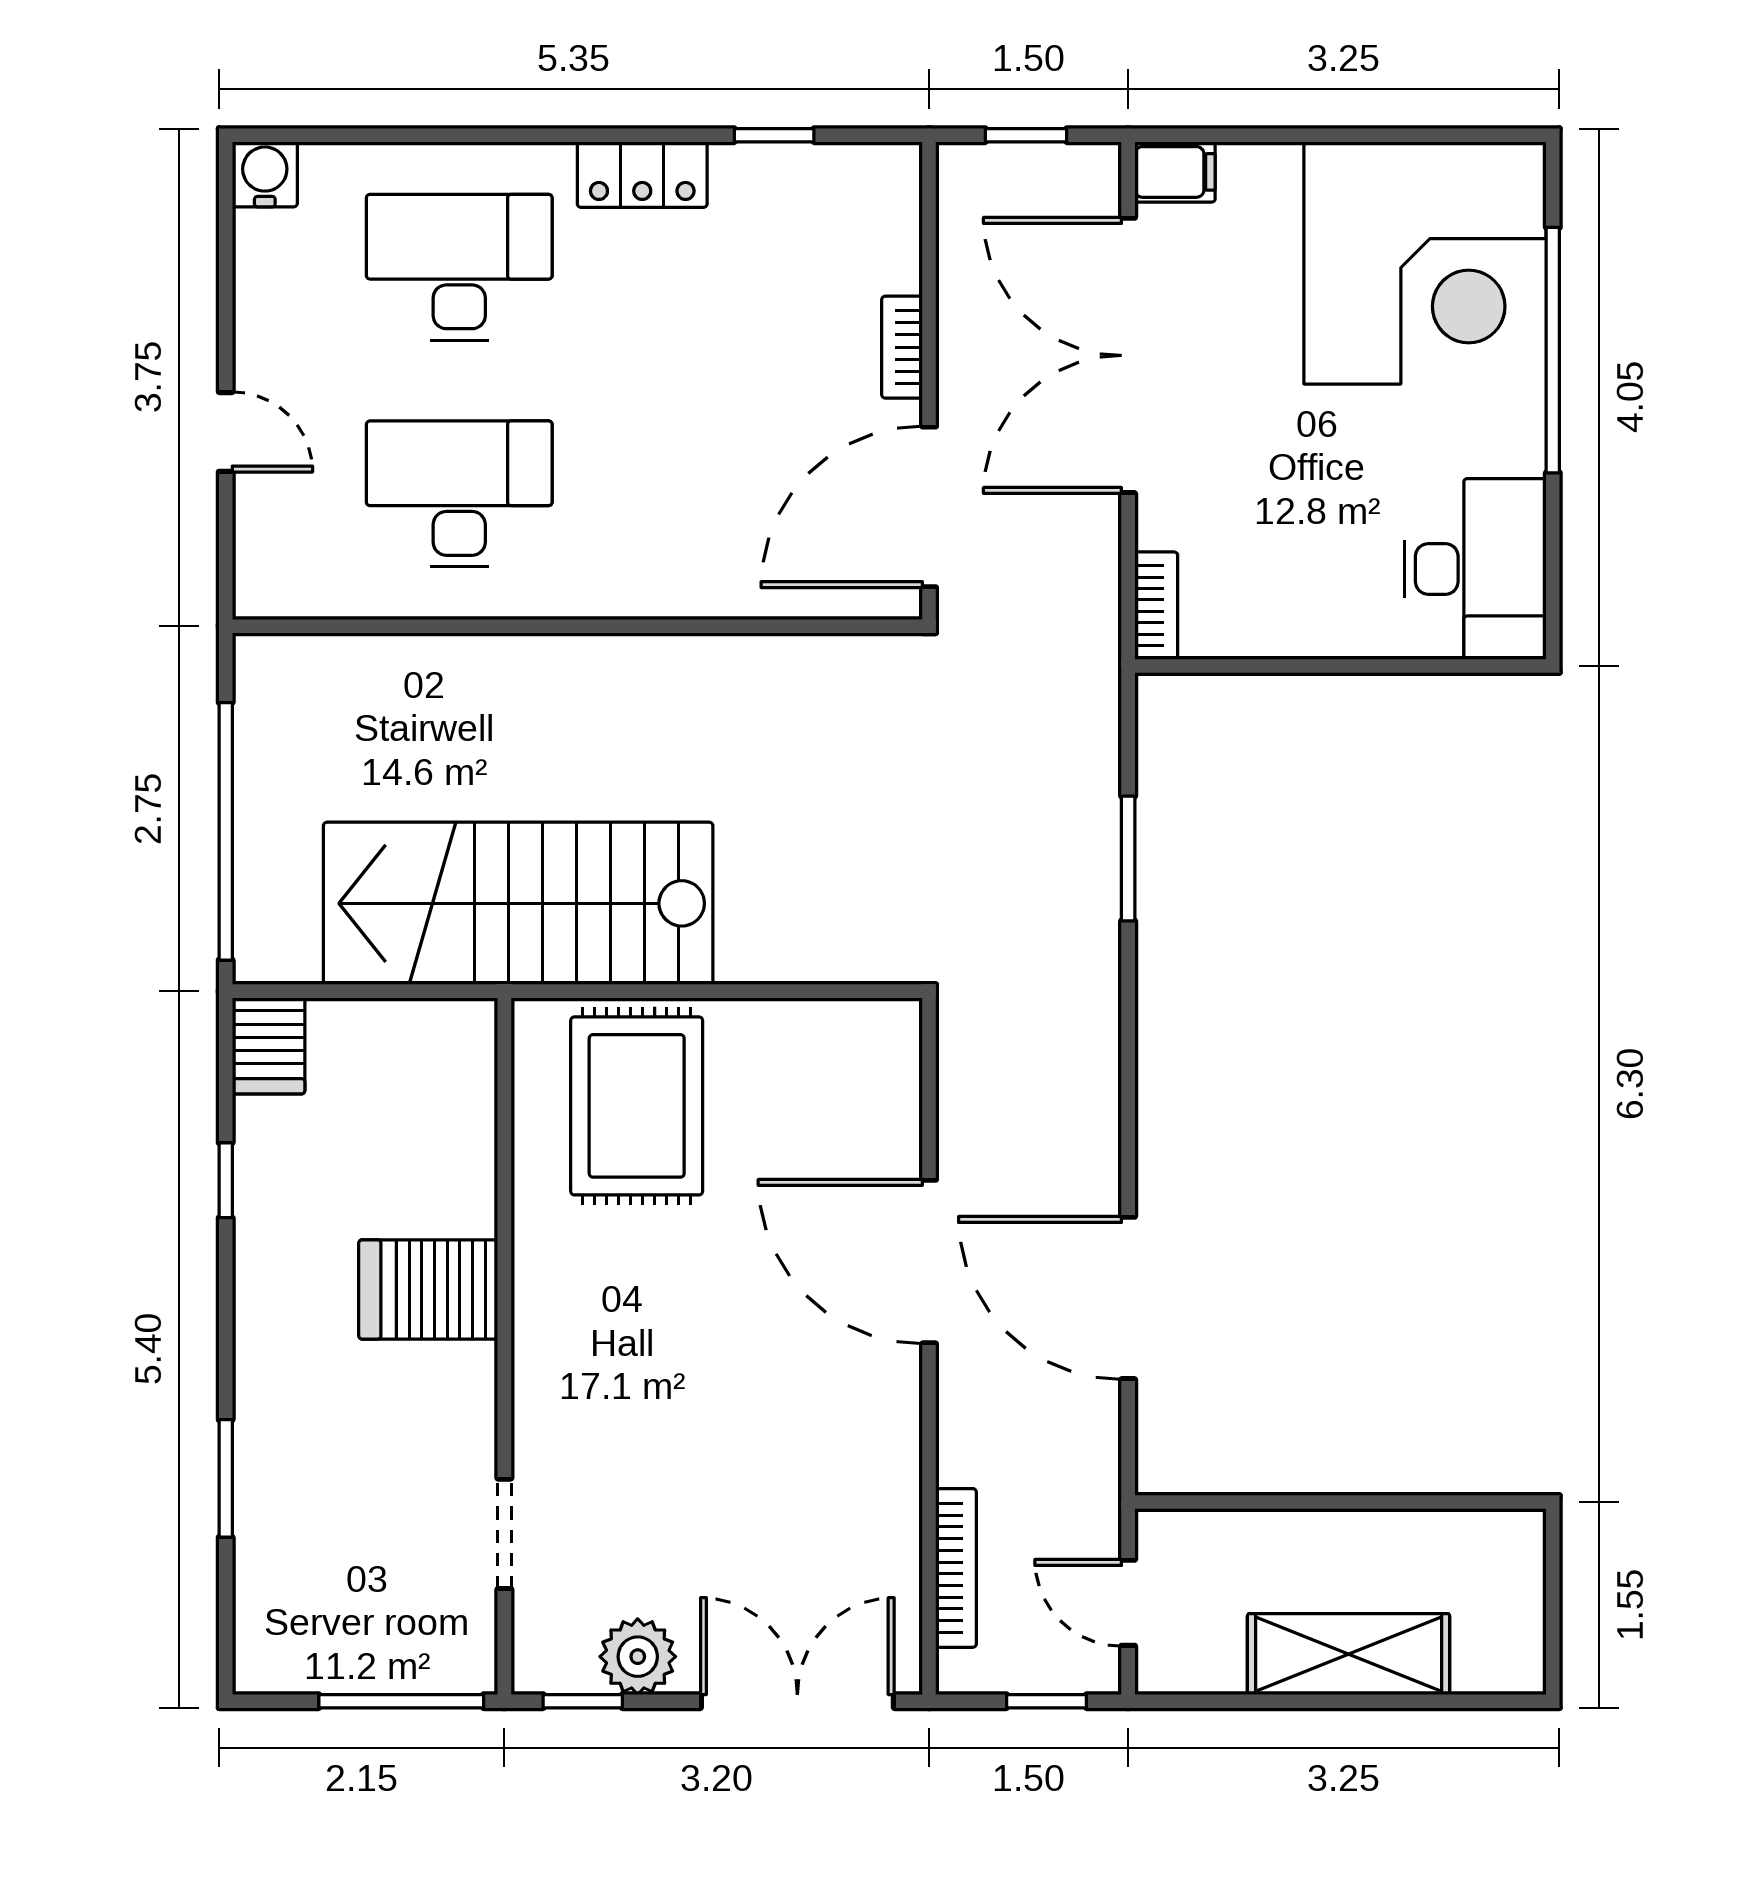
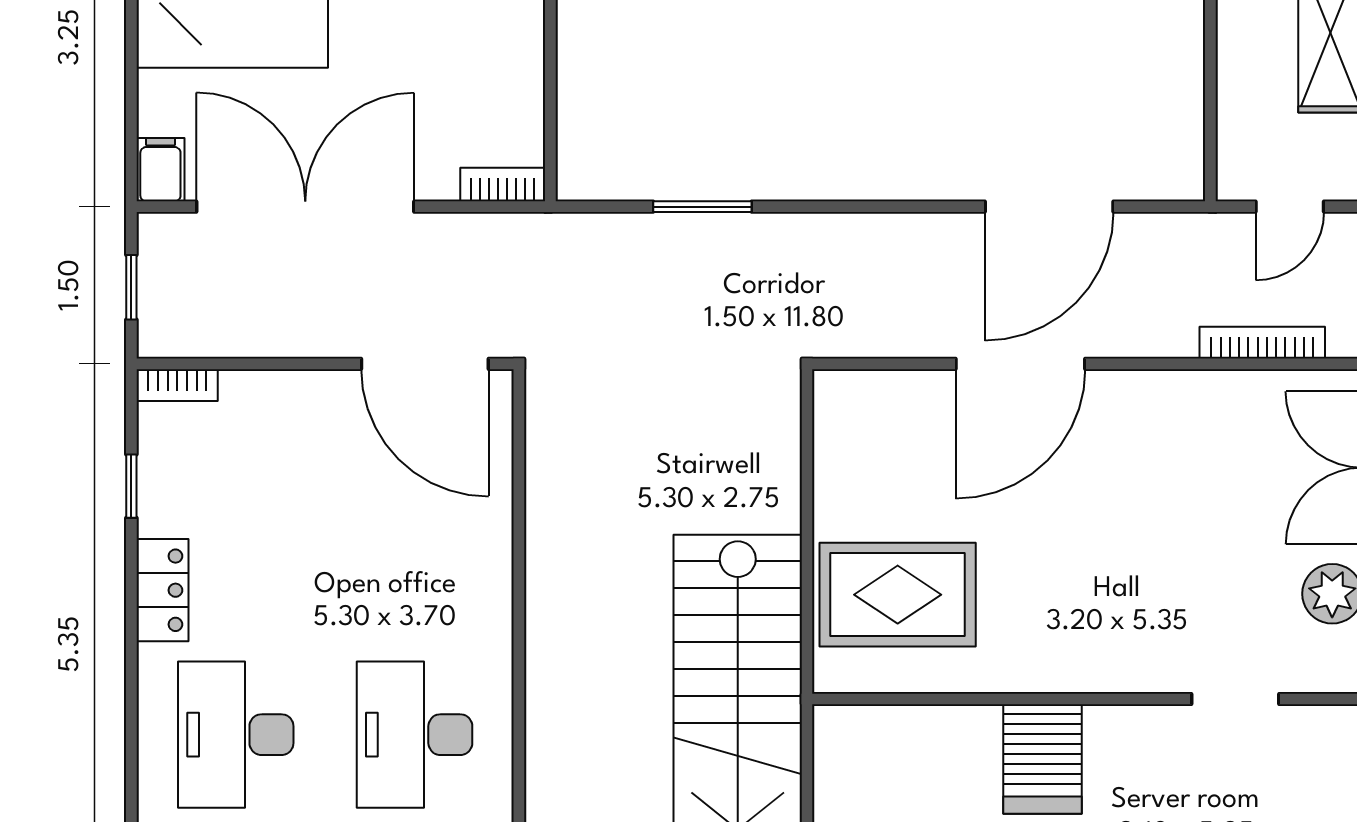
bookcase: (902, 347) -> (177, 385), moved
double door: (1128, 355) -> (305, 207), swing flipped

